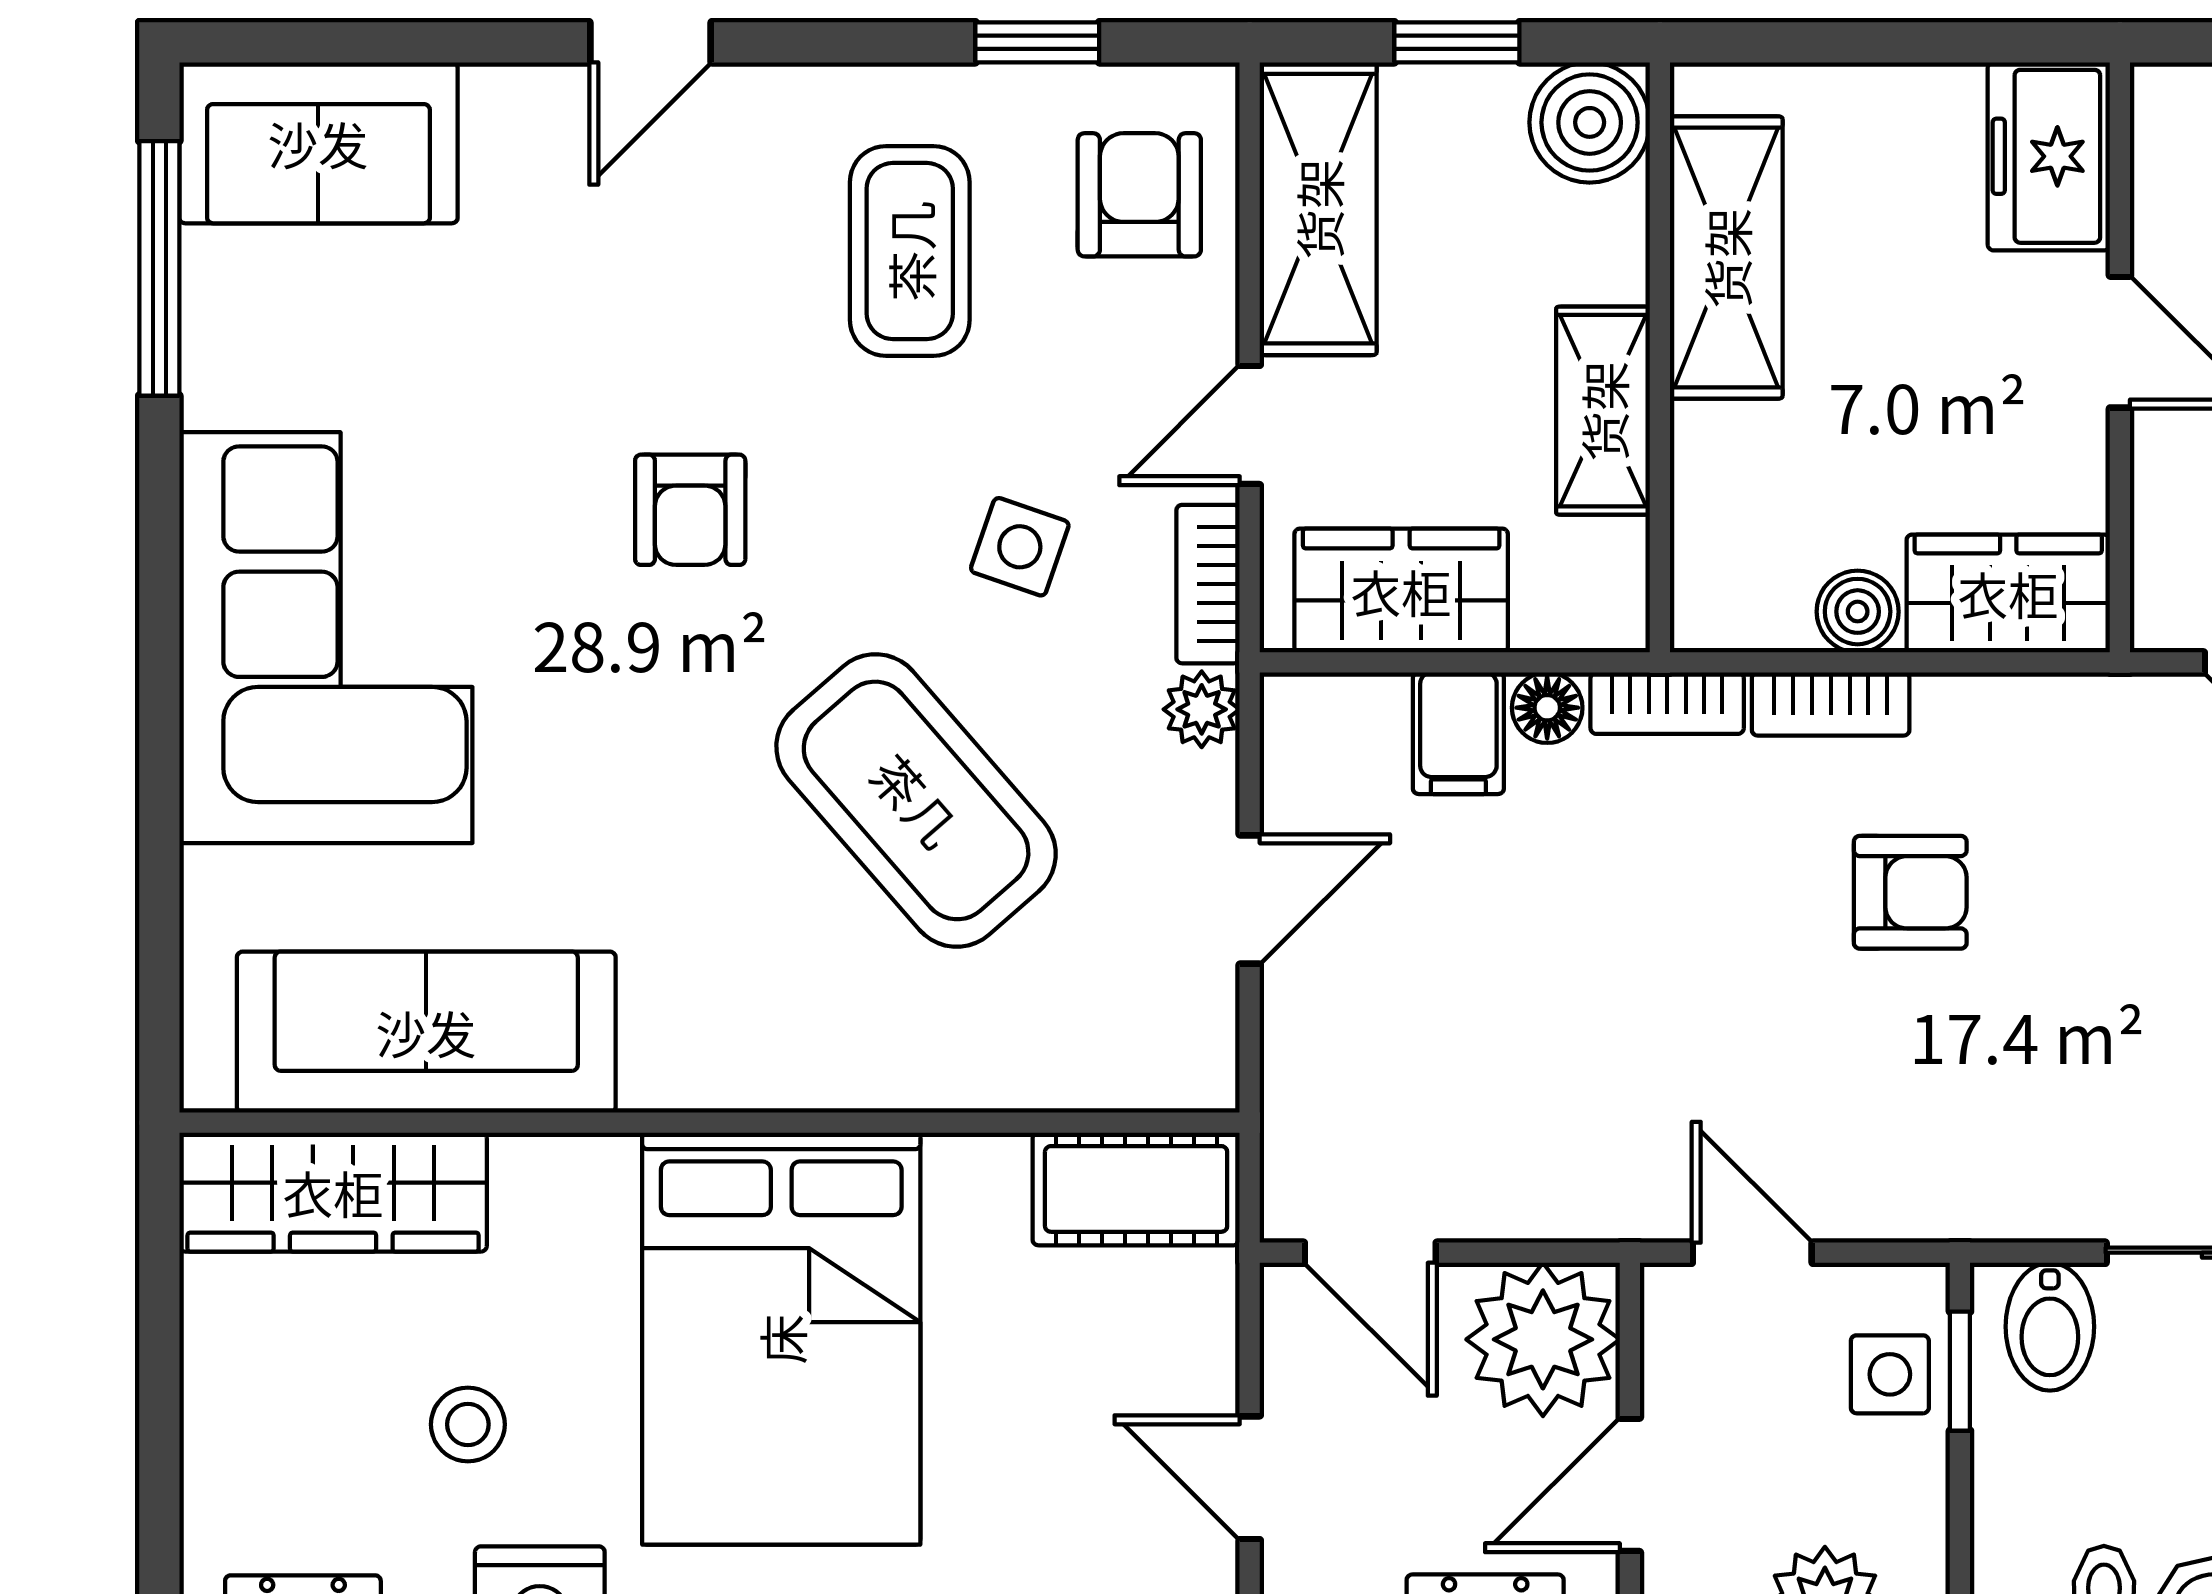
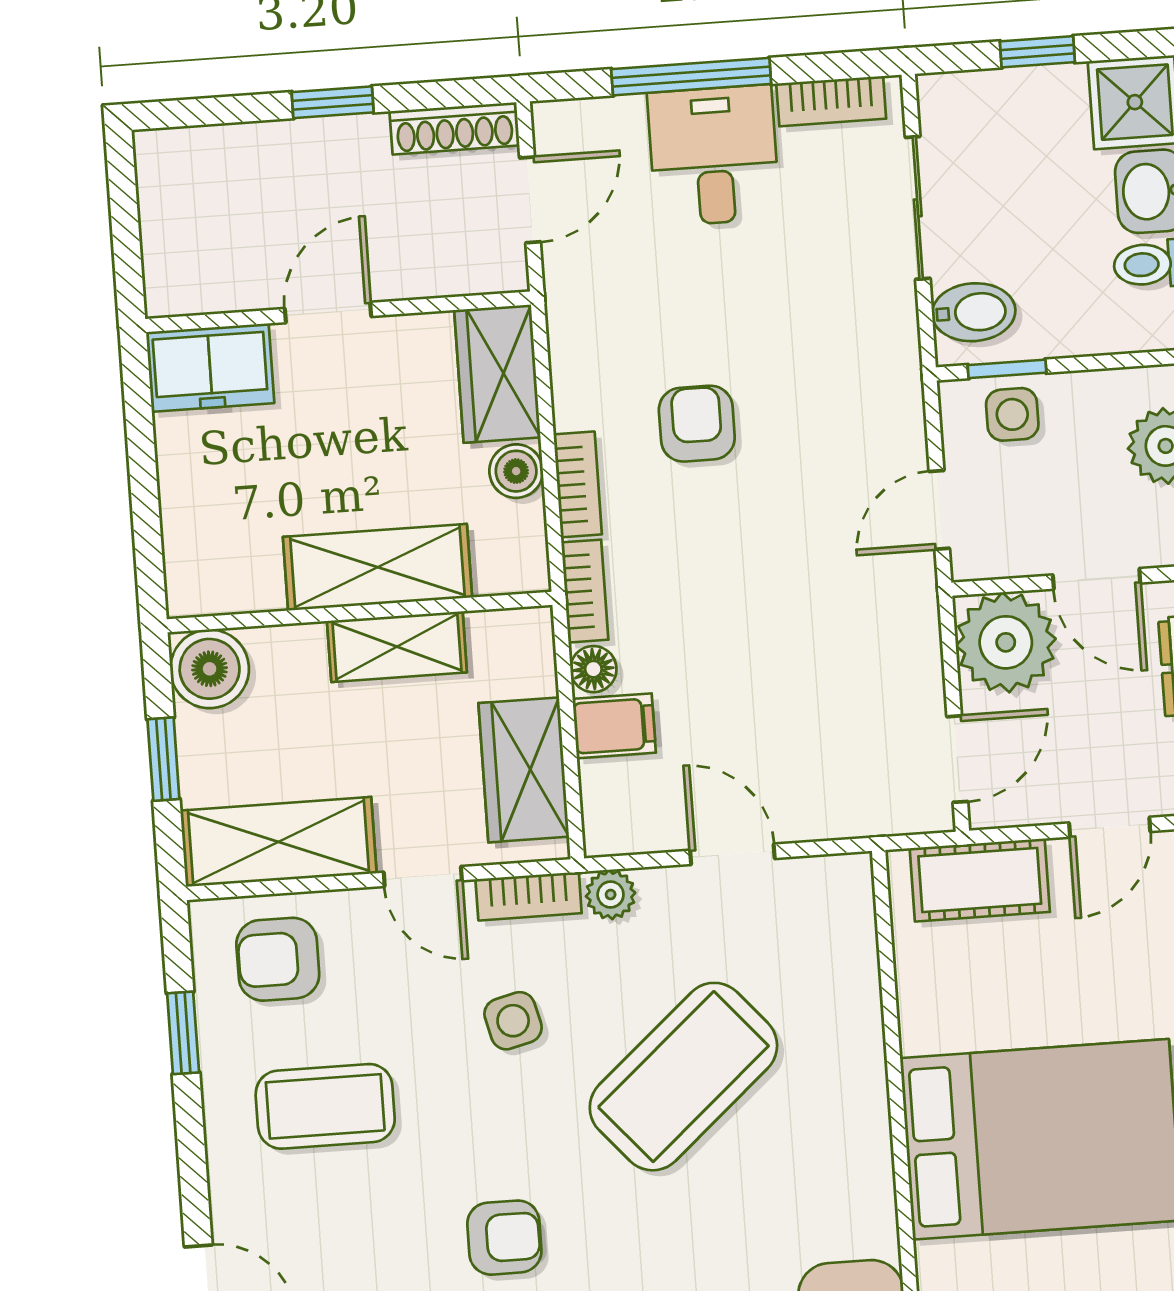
shelving: (1726, 258) -> (377, 567), moved
side table: (1020, 547) -> (513, 1021), turned -33
cot: (1136, 1189) -> (980, 880), moved, turned 90

